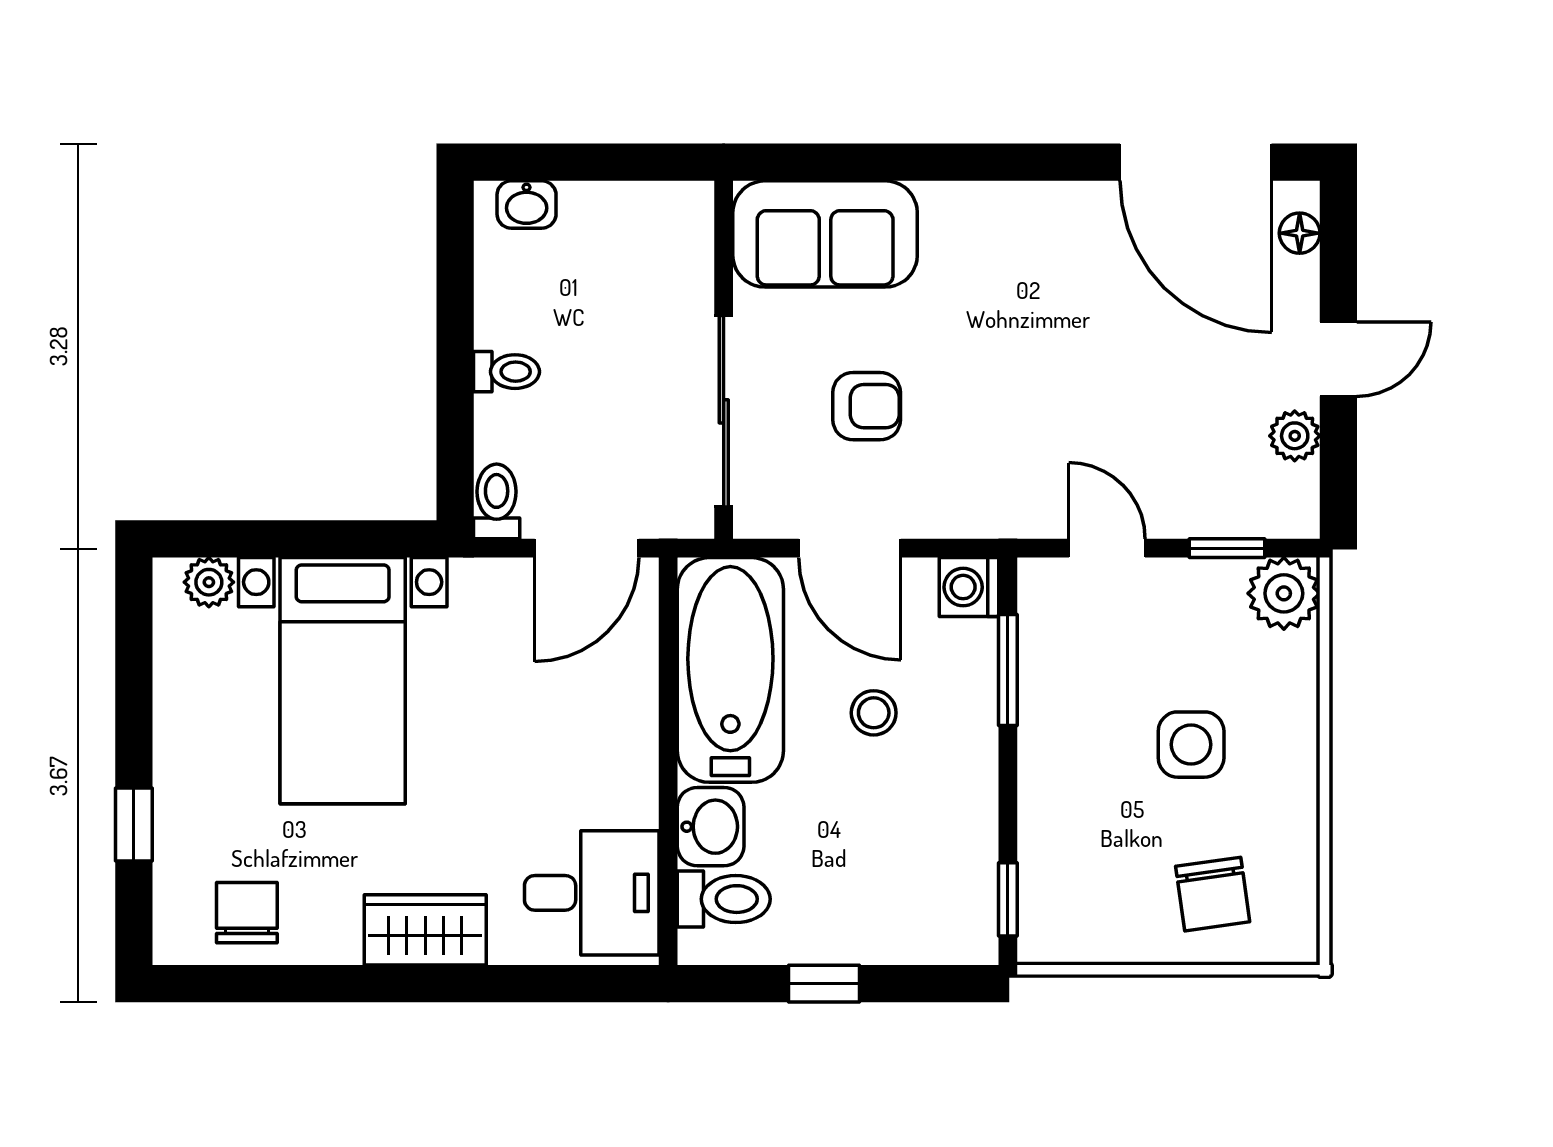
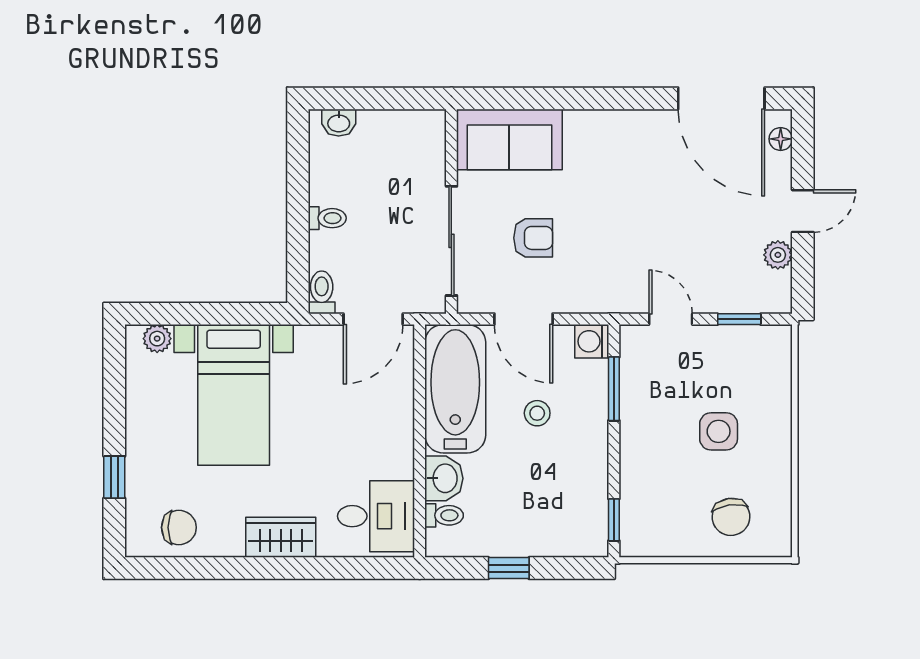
plant: (1284, 593) -> (772, 345), removed
toilet: (724, 899) -> (444, 515), width x0.73, depth x0.72
chair: (247, 913) -> (179, 527), turned 90

